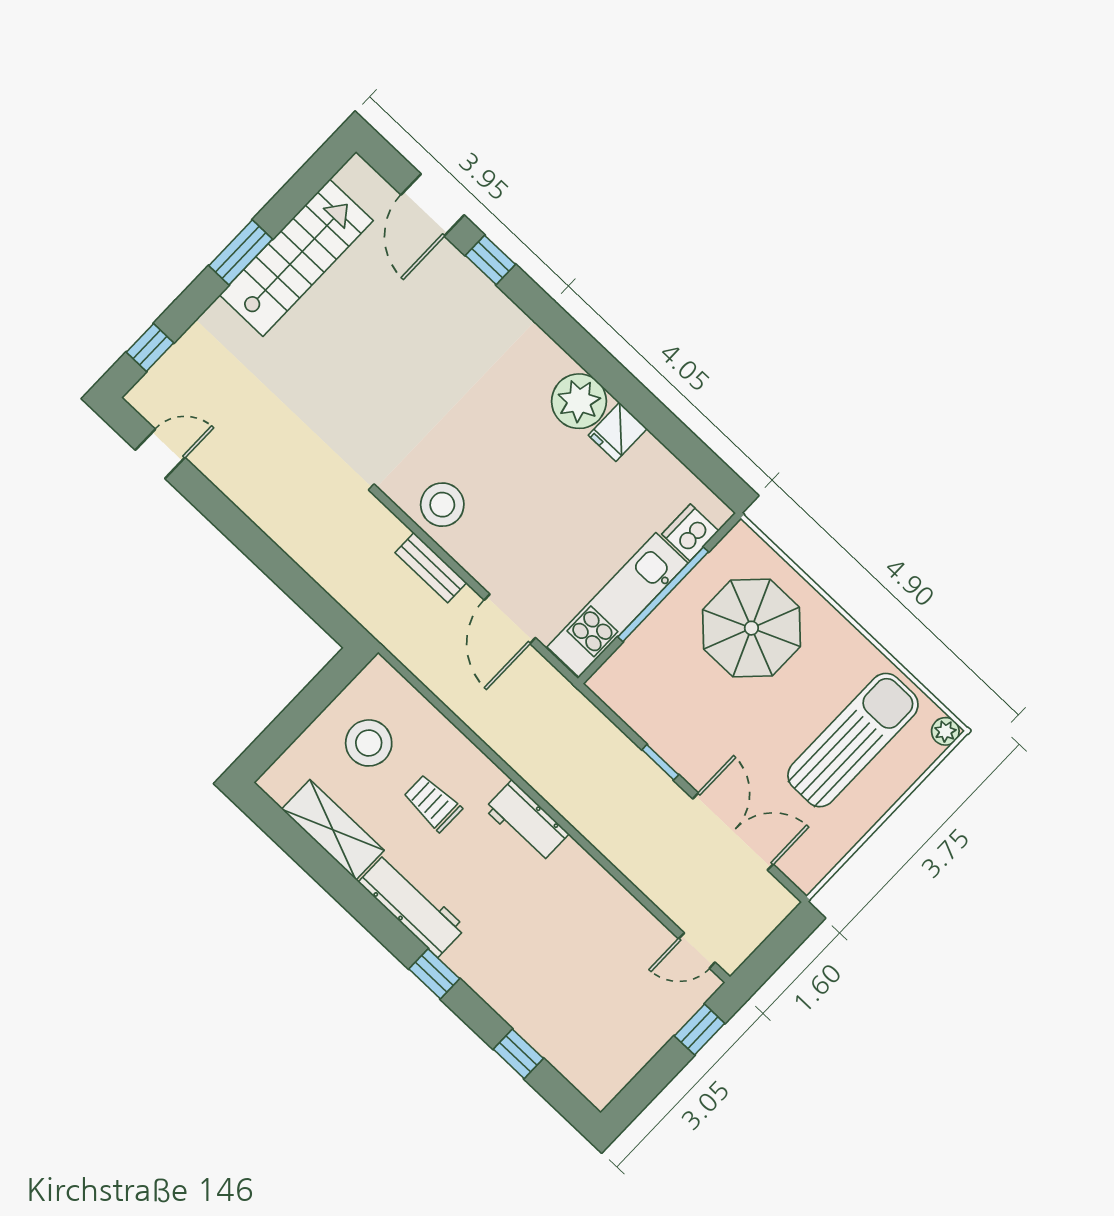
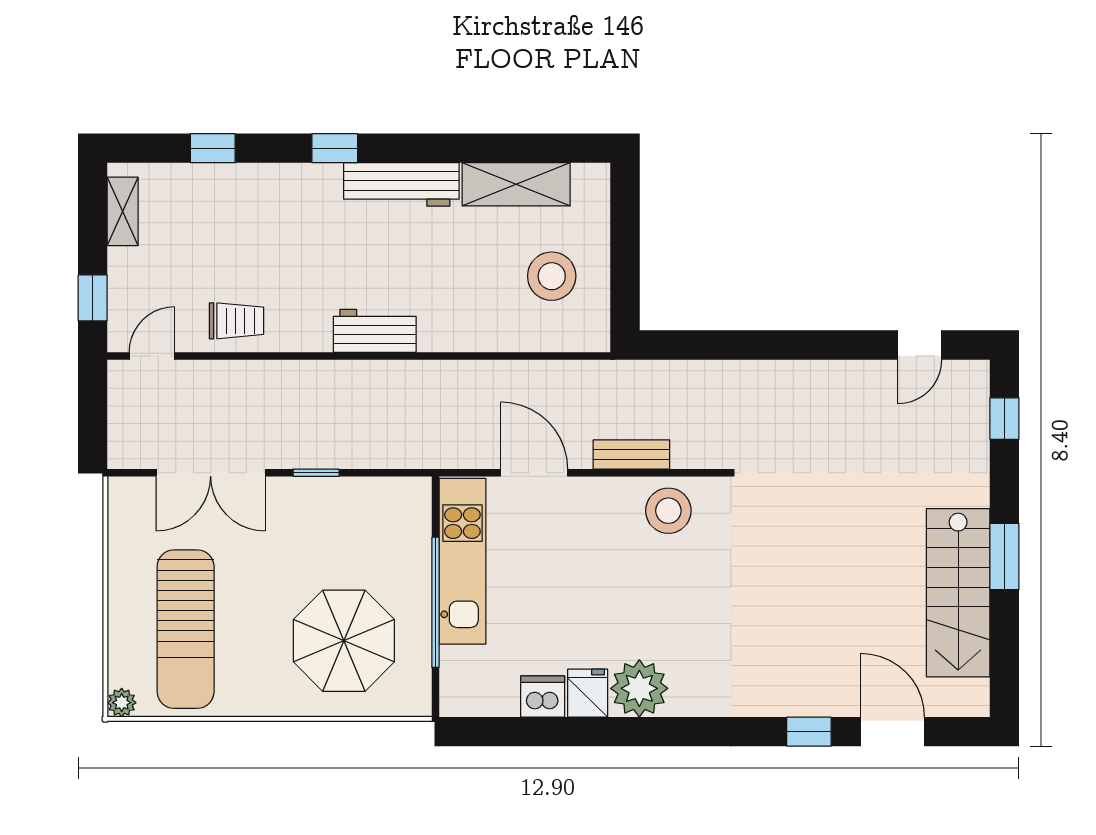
dishwasher: (690, 532) -> (543, 696), moved, turned -90
trolley: (433, 803) -> (236, 321), moved
shelving: (622, 1069) -> (123, 211), added

